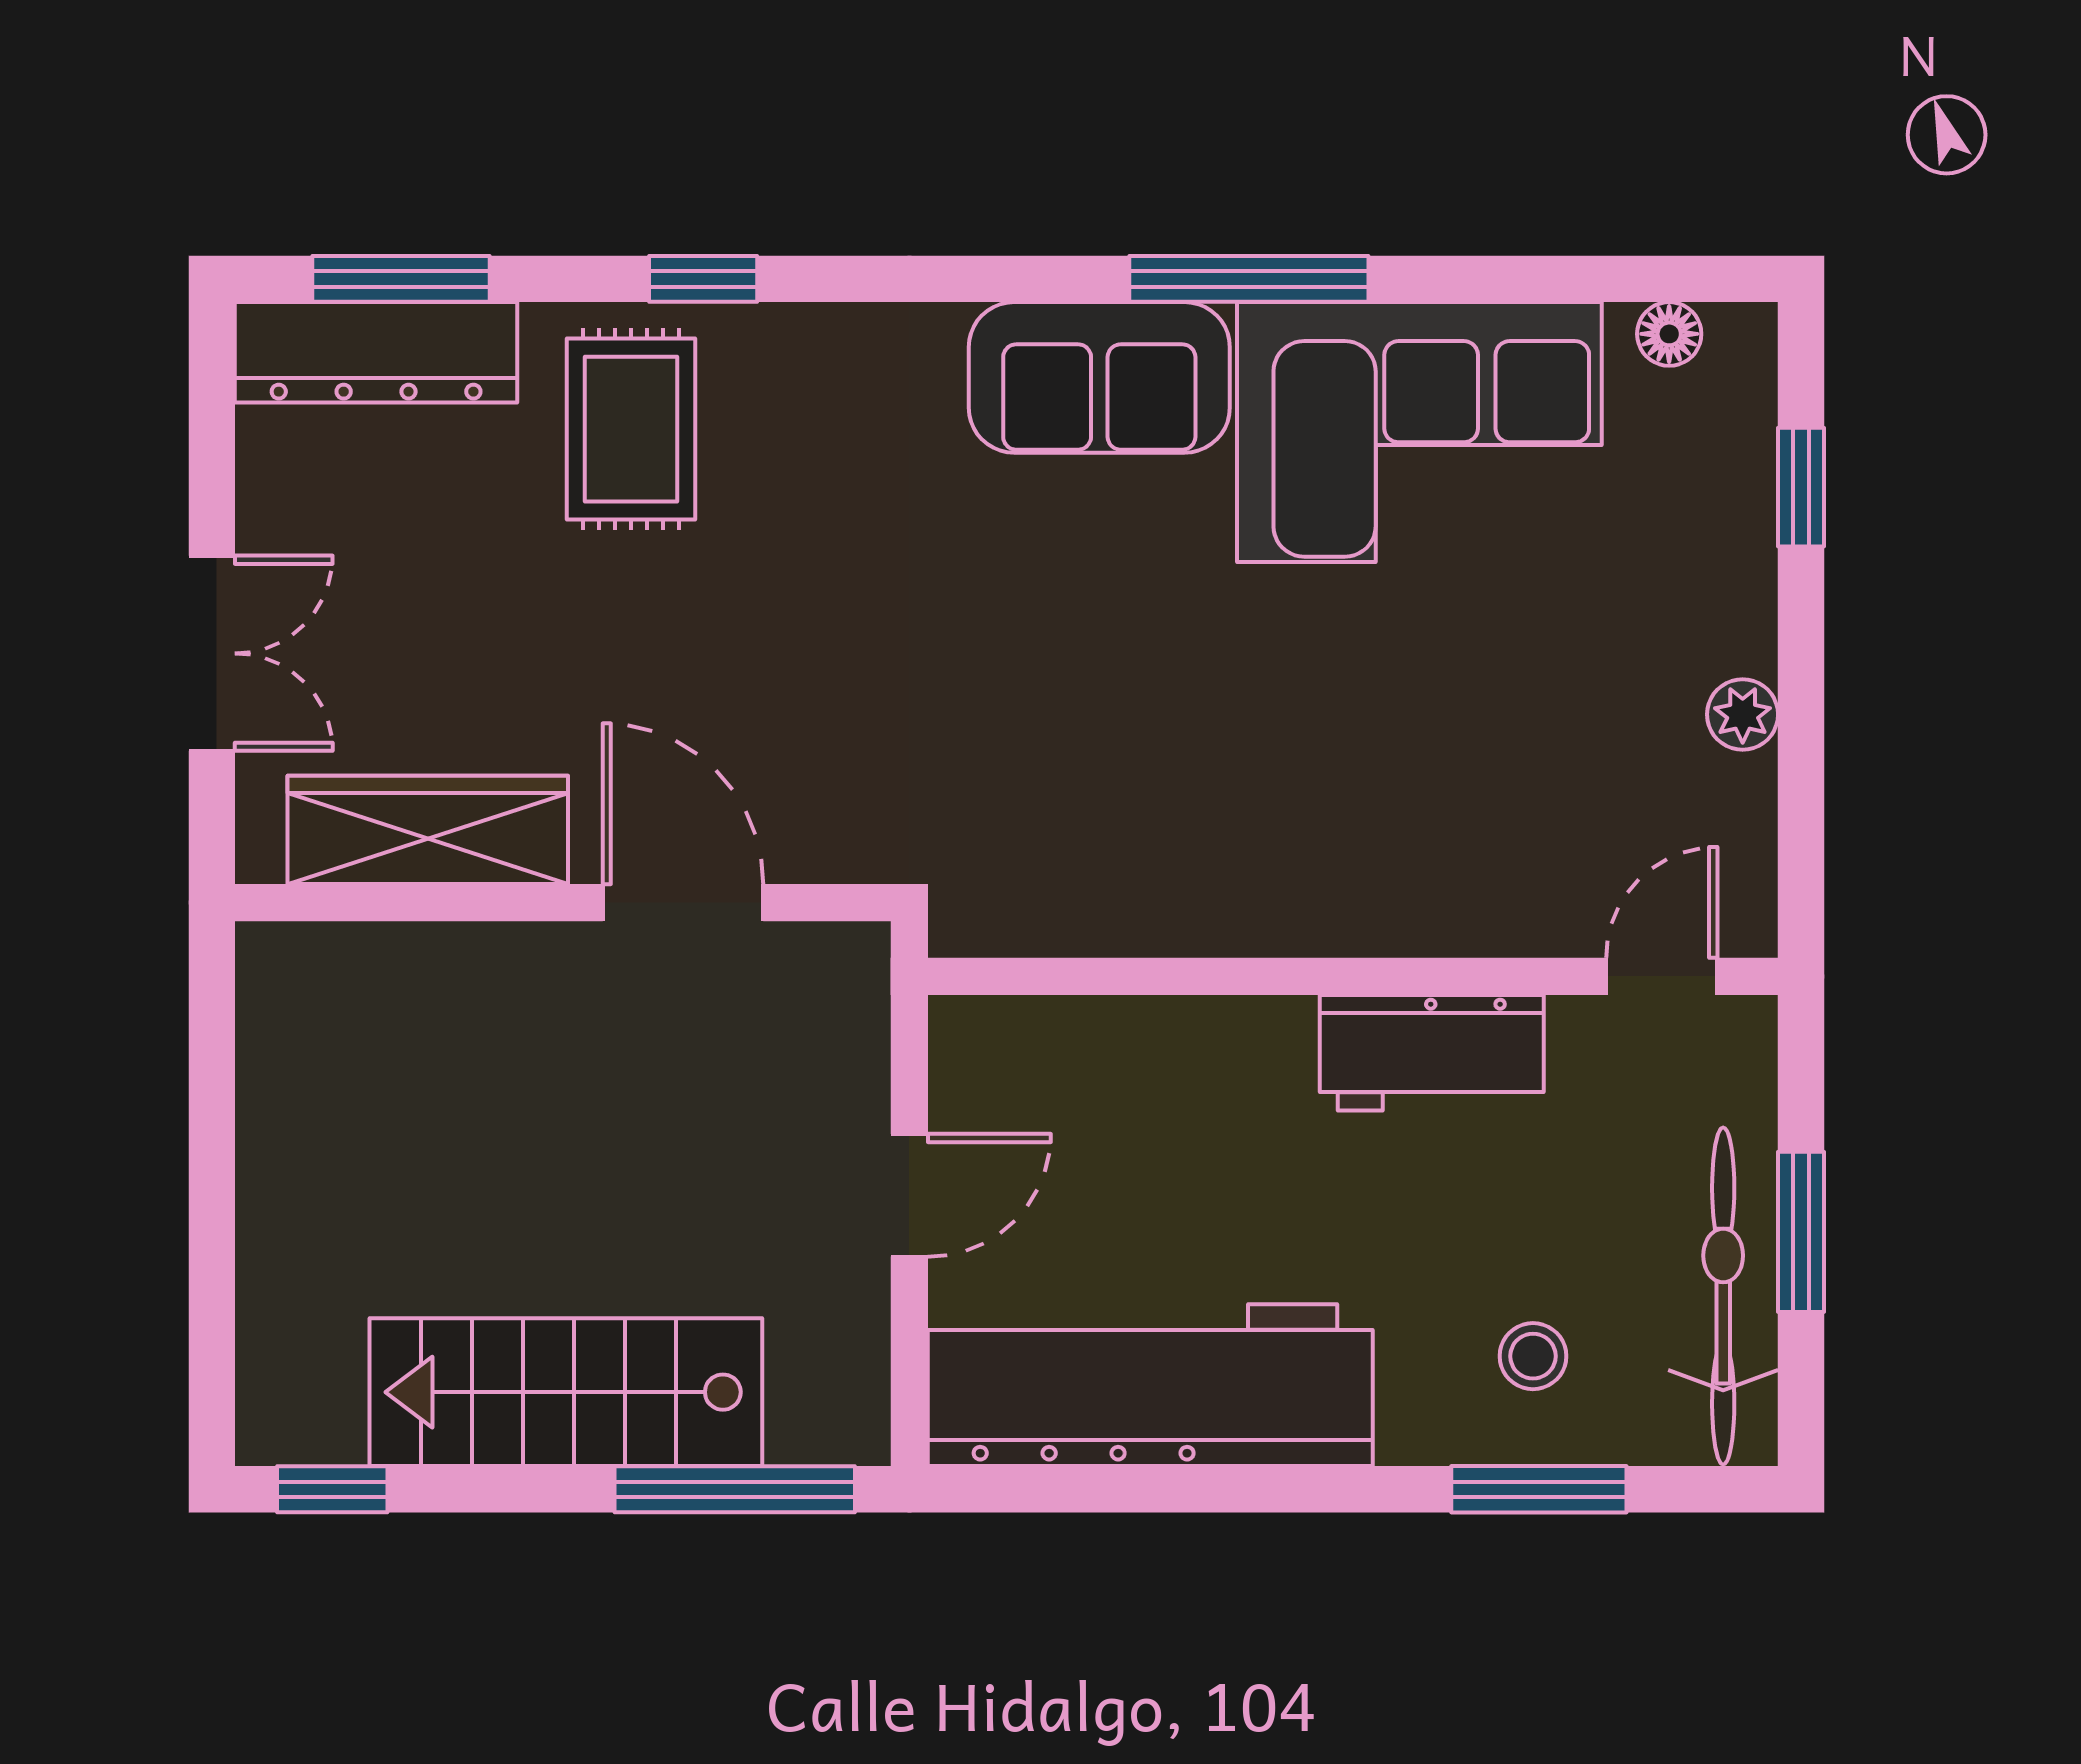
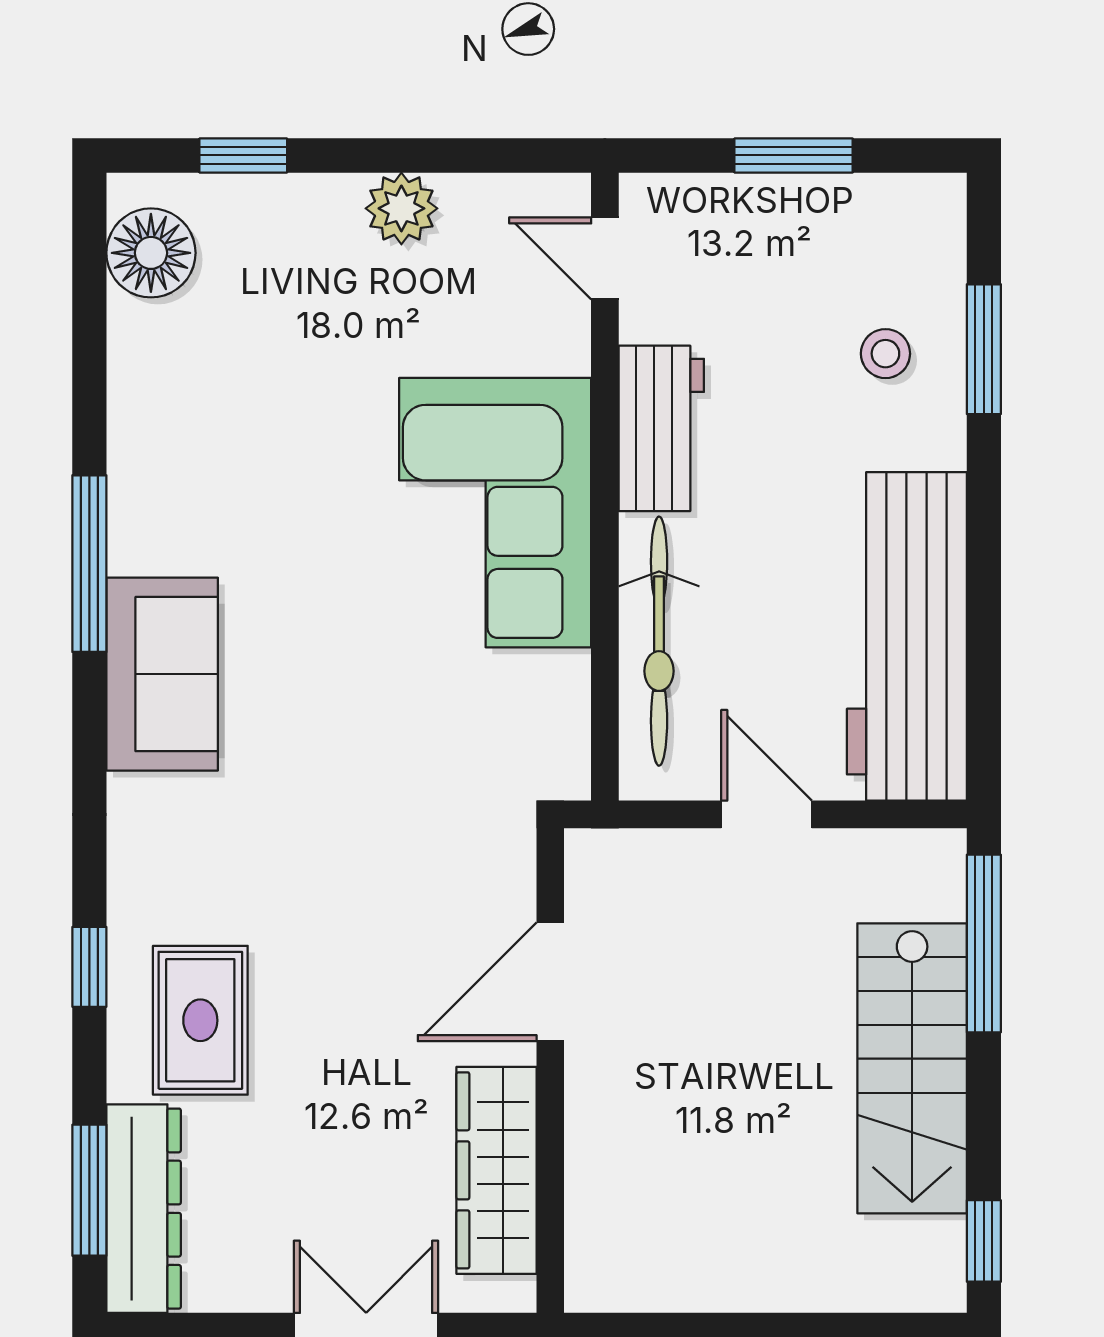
floor lamp: (1669, 334) -> (151, 253), width x1.89, depth x1.89
rug: (631, 429) -> (200, 1020), turned 90
corner sofa: (1419, 432) -> (495, 513), moved, turned 180
plant: (1743, 714) -> (401, 208), width x1.38, depth x1.38
bicycle: (1723, 1296) -> (659, 641), moved, turned -90

